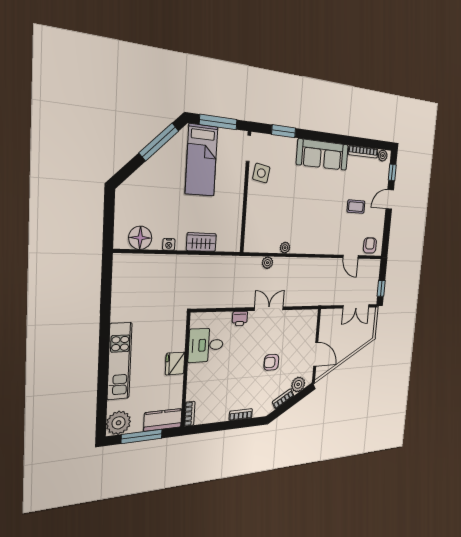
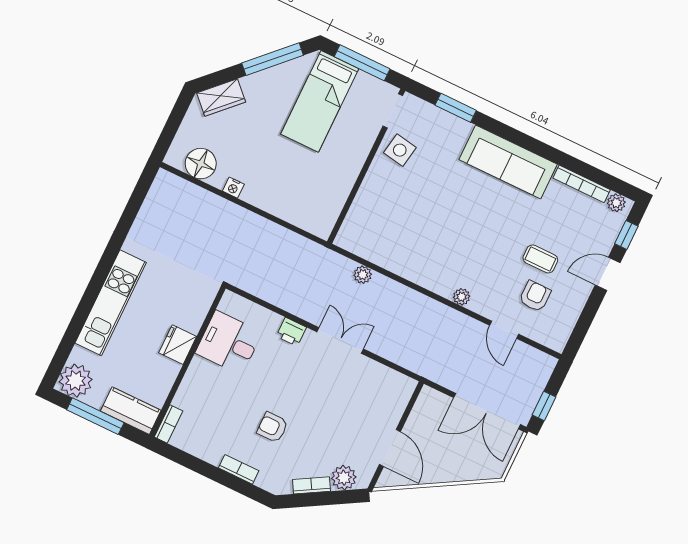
wardrobe: (201, 242) -> (221, 97), moved, turned 135
armchair: (370, 245) -> (535, 296), moved
plant: (285, 248) -> (462, 297), moved
double door: (356, 306) -> (487, 411), width x1.37
armchair: (271, 362) -> (272, 427), moved

